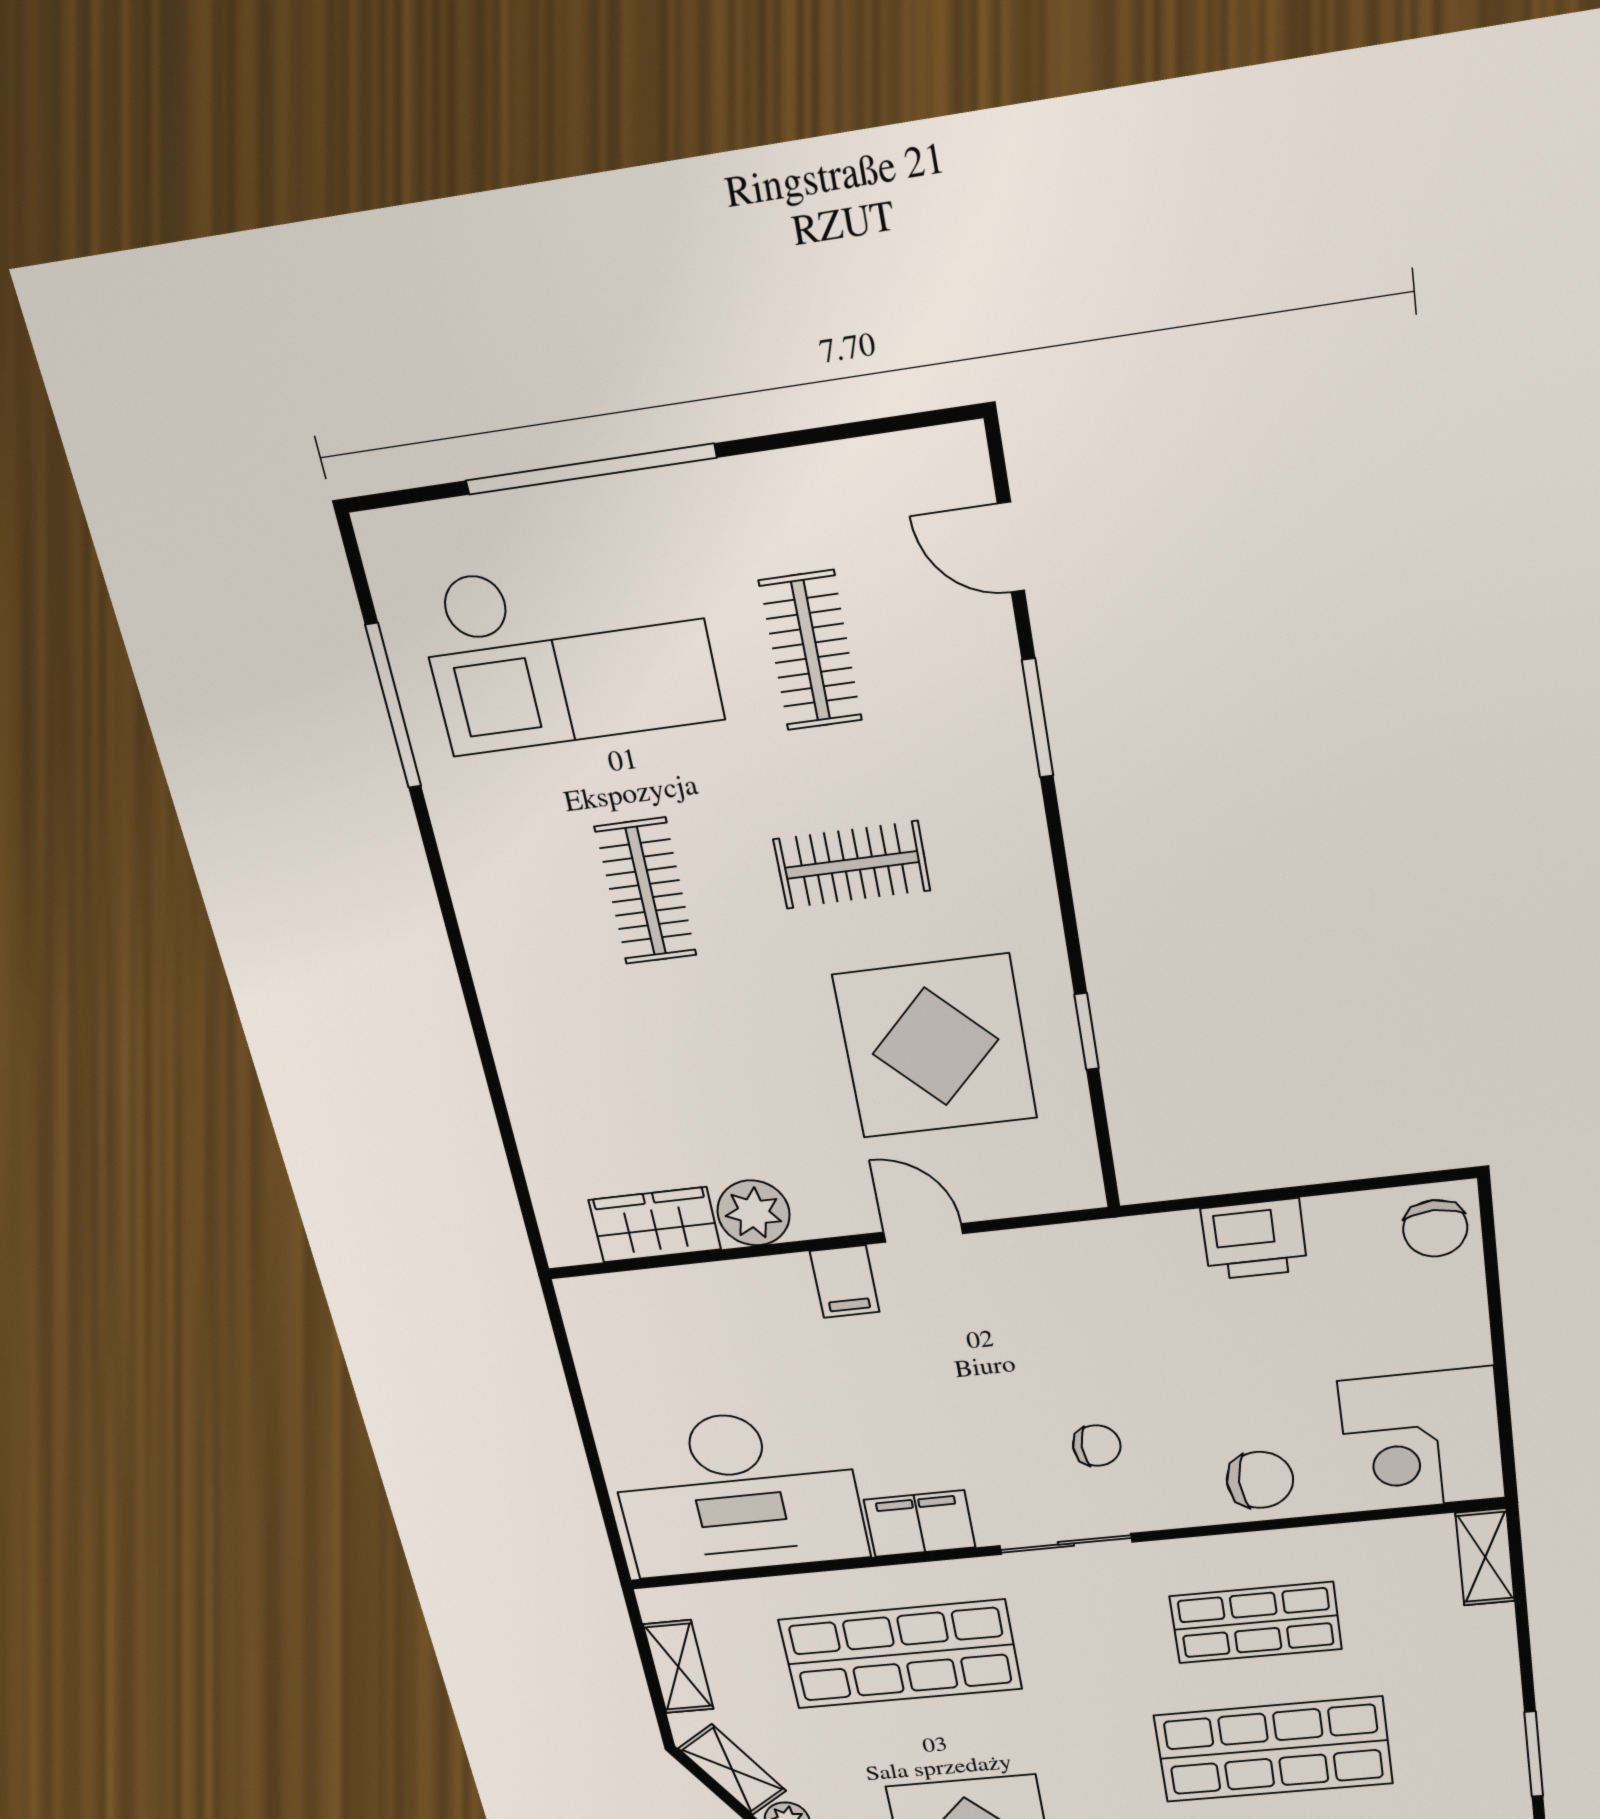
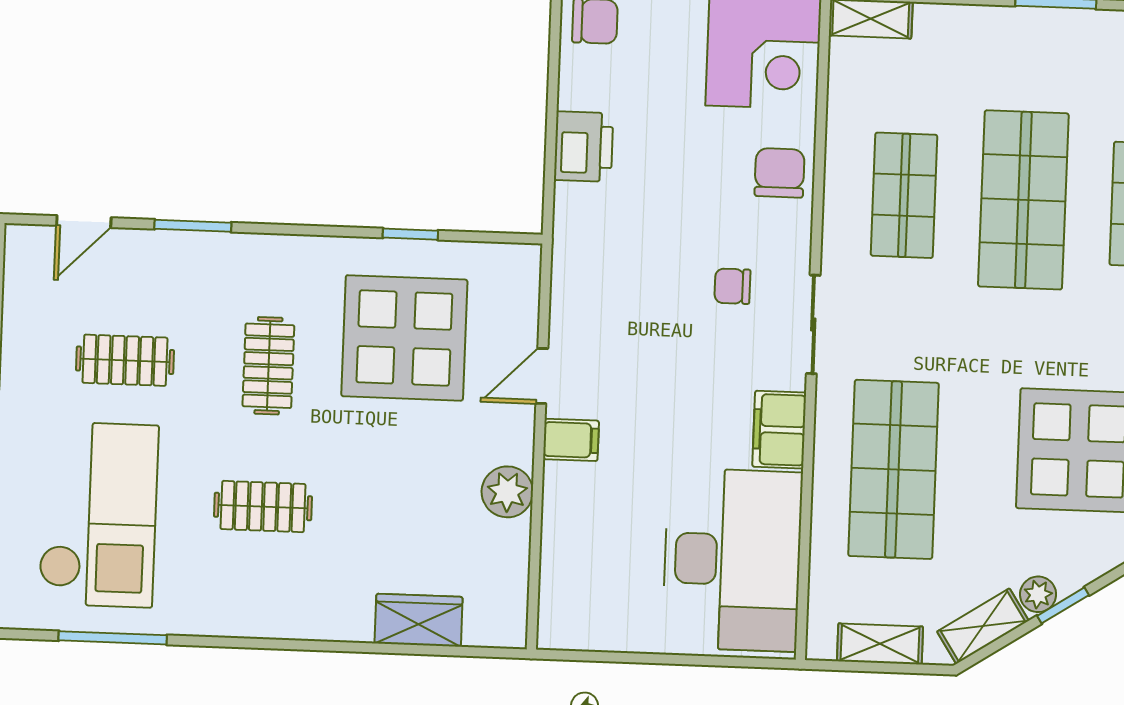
wardrobe: (655, 1225) -> (419, 620), moved, turned 90
chair: (1097, 1446) -> (732, 286), turned -90

